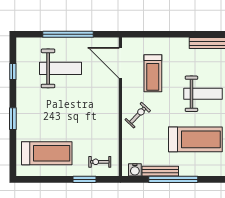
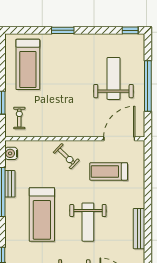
weight bench: (61, 68) -> (113, 78), turned 180
window: (13, 71) -> (130, 30), moved
bench: (160, 171) -> (10, 184), width x0.73

